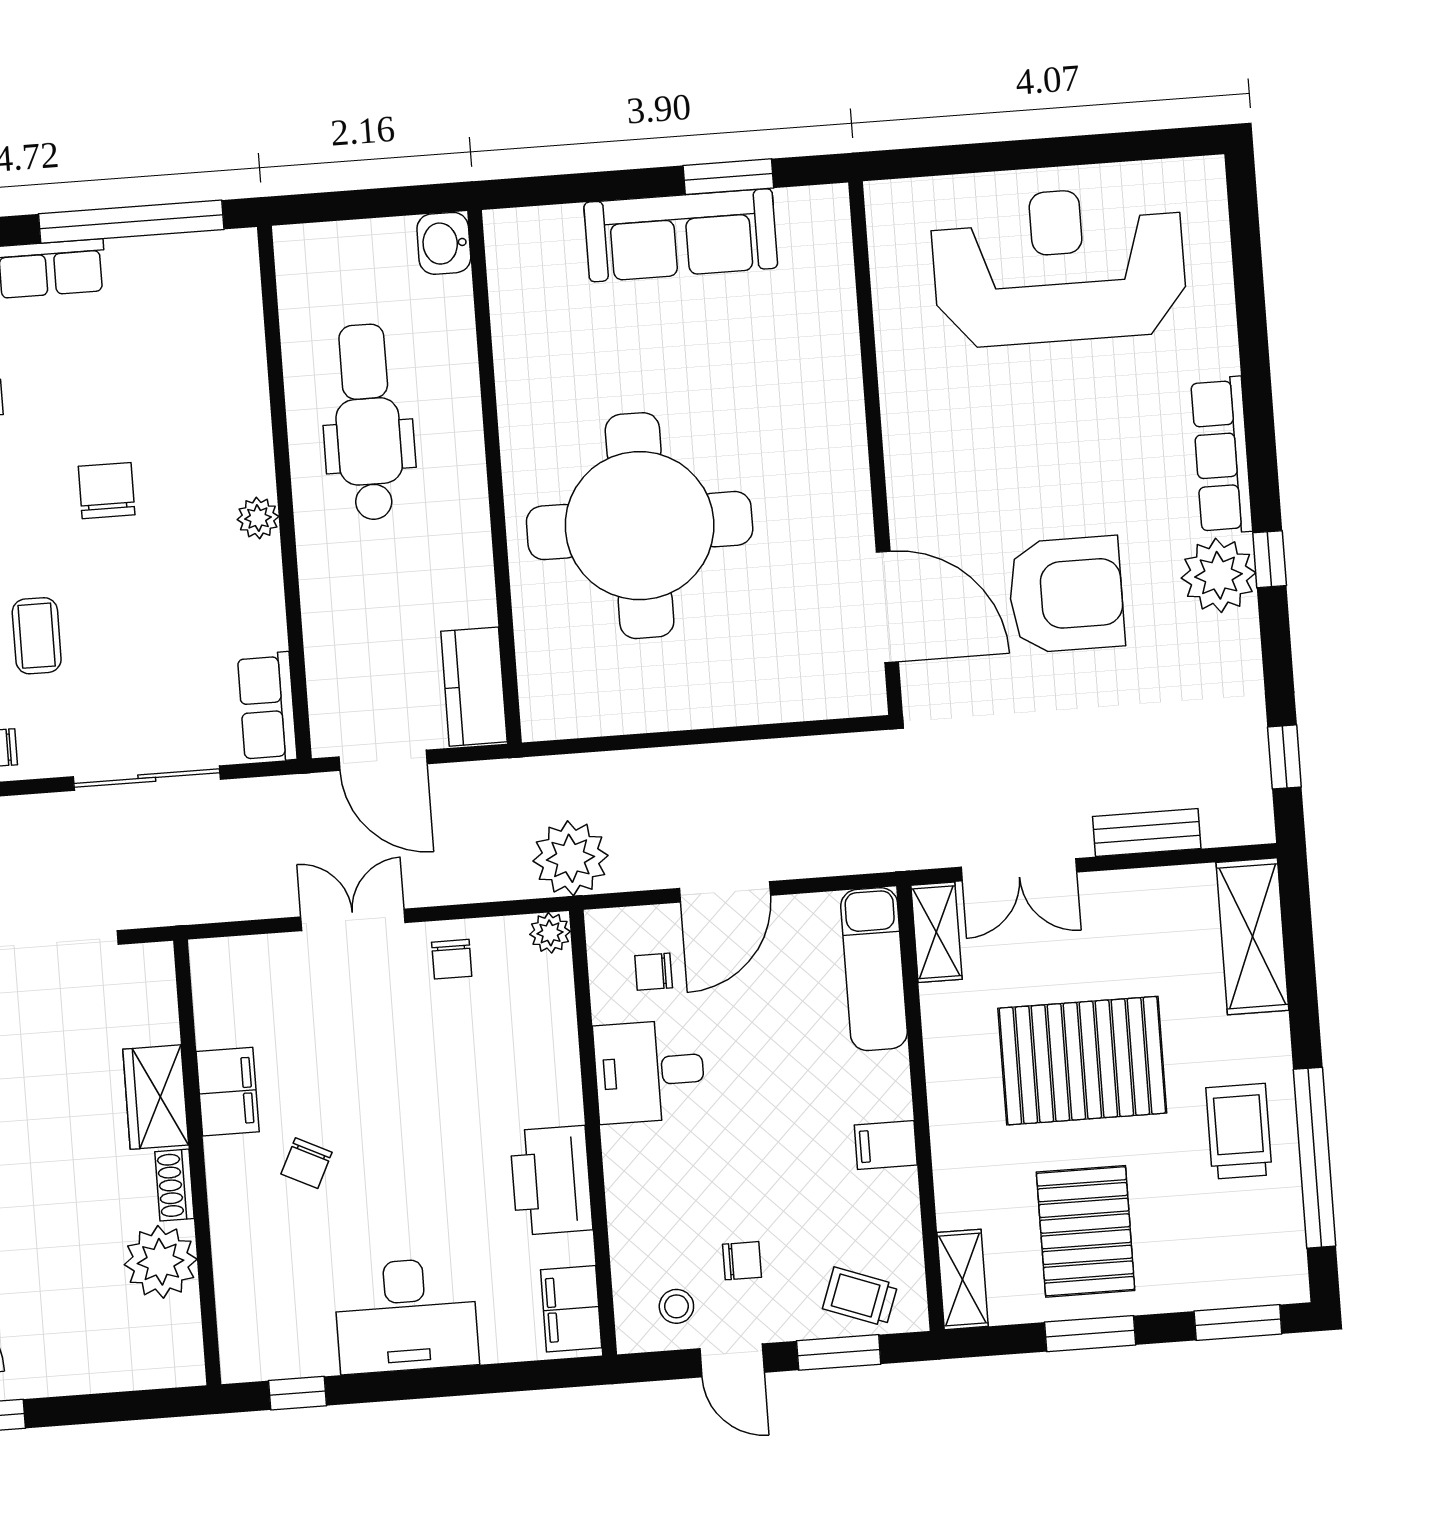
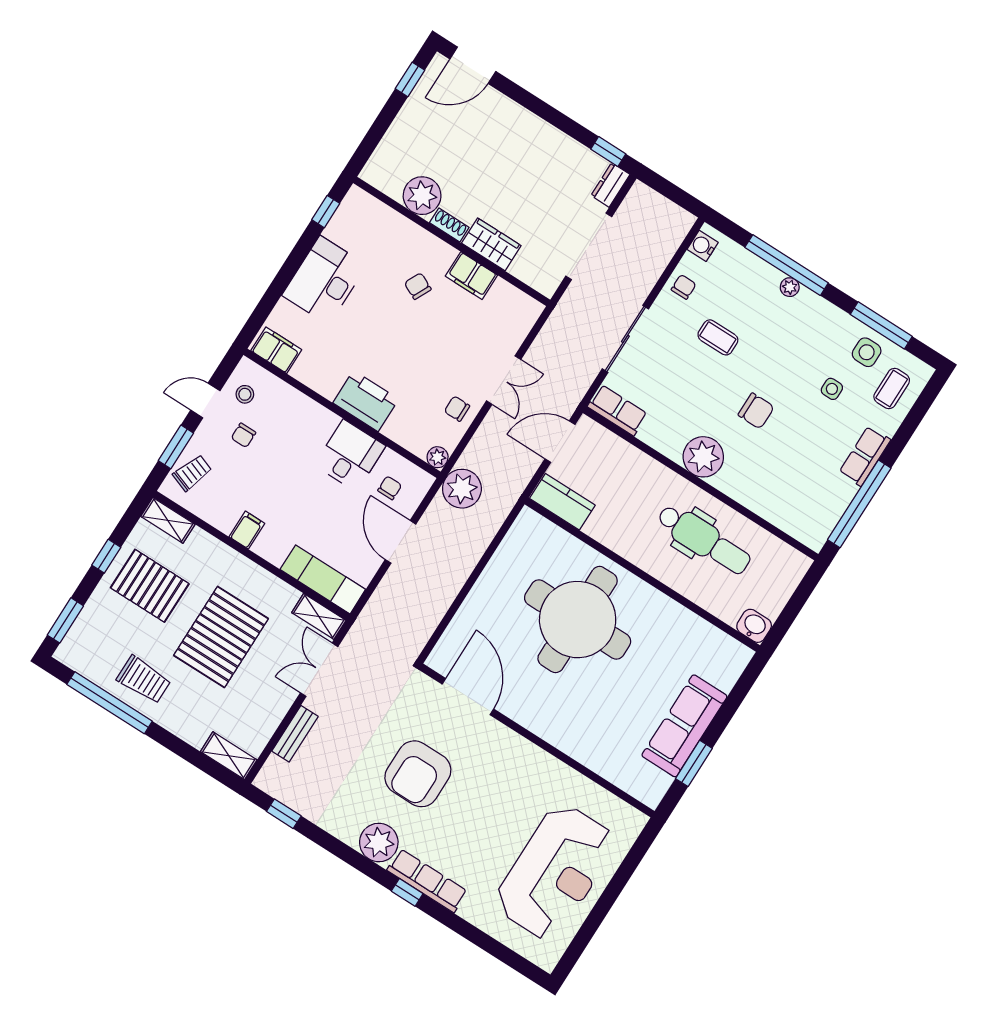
plant: (258, 518) -> (703, 457), width x1.87, depth x1.87
window: (1270, 559) -> (407, 892), moved
door: (887, 607) -> (468, 697), swing flipped
shelving: (1252, 936) -> (229, 756), width x0.67, depth x0.75
printer: (551, 1180) -> (366, 401), moved
window: (1090, 1334) -> (106, 556), width x0.67

